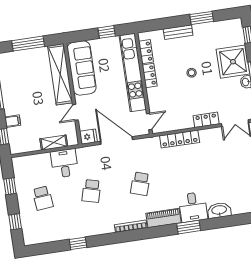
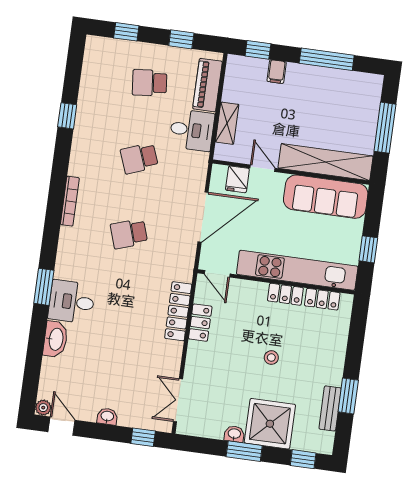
bench: (178, 32) -> (330, 408), moved
locker: (206, 120) -> (200, 323), moved
fridge: (88, 137) -> (237, 179), moved
school desk: (140, 184) -> (129, 234), turned -36
school desk: (91, 191) -> (139, 158), turned -36
piano: (164, 218) -> (208, 85), moved, turned 180

